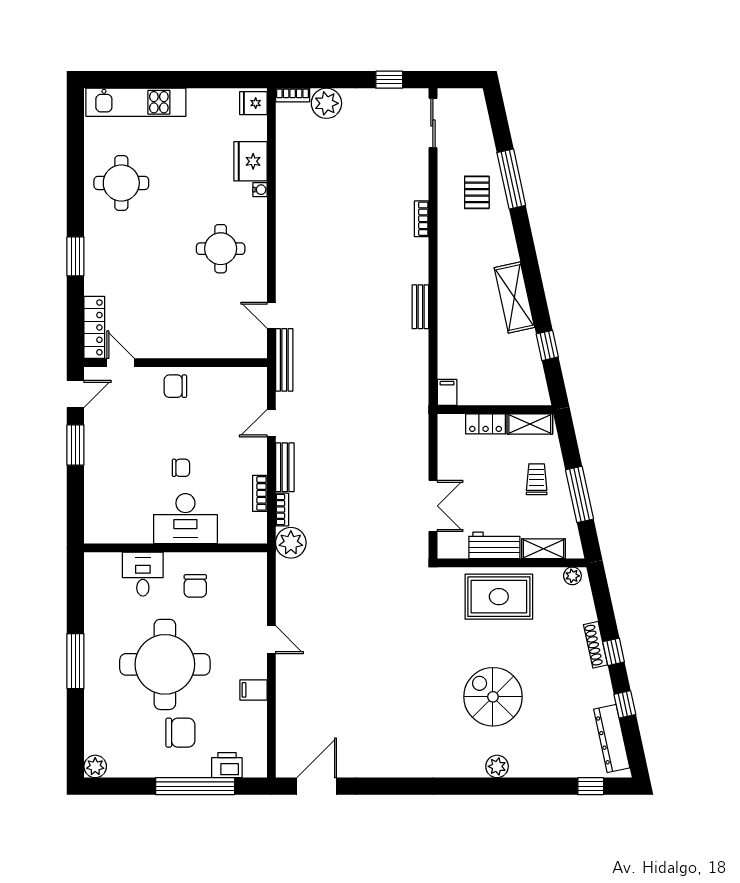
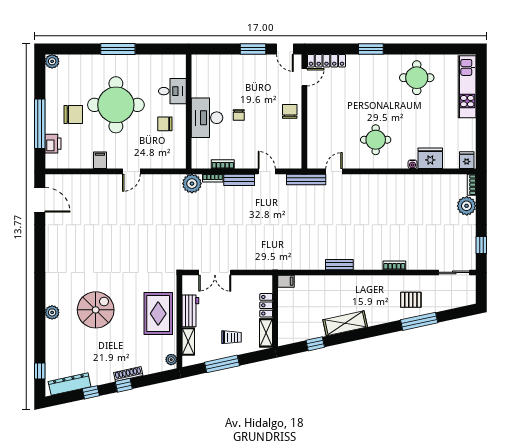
chair: (180, 733) -> (73, 115), turned -90

